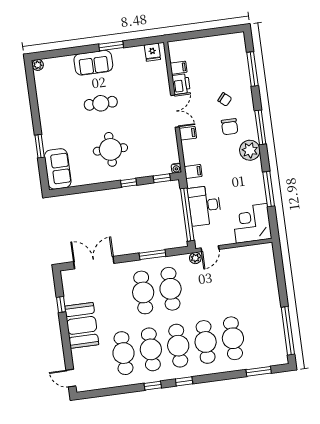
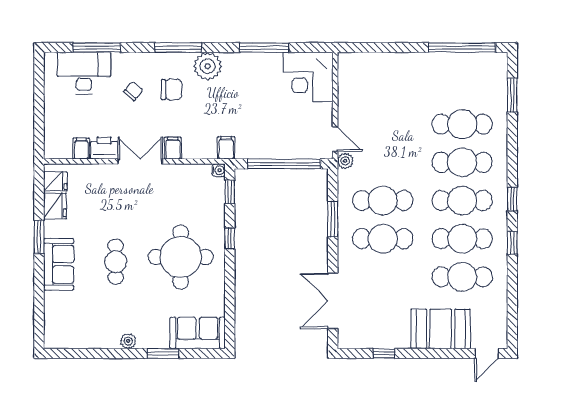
fridge: (135, 54) -> (55, 206), added
plant: (38, 65) -> (128, 341), moved
round table: (110, 149) -> (181, 257), width x1.36, depth x1.36
desk: (205, 206) -> (84, 73), moved, turned 180
booth: (82, 325) -> (441, 329), moved

